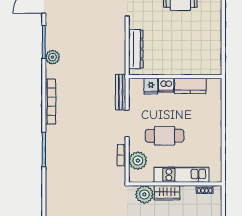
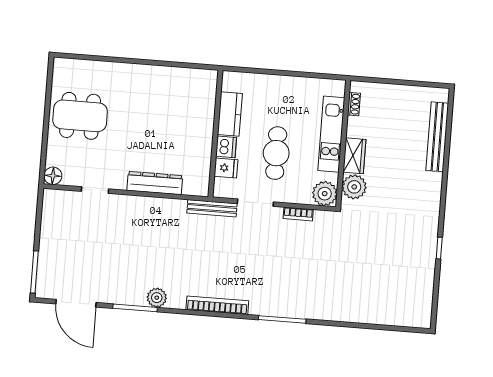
wall: (175, 77) -> (215, 134), moved
dishwasher: (166, 85) -> (226, 147), moved
fridge: (151, 86) -> (226, 168), moved
kitchen counter: (190, 86) -> (230, 114), moved
plant: (138, 161) -> (325, 194), moved

